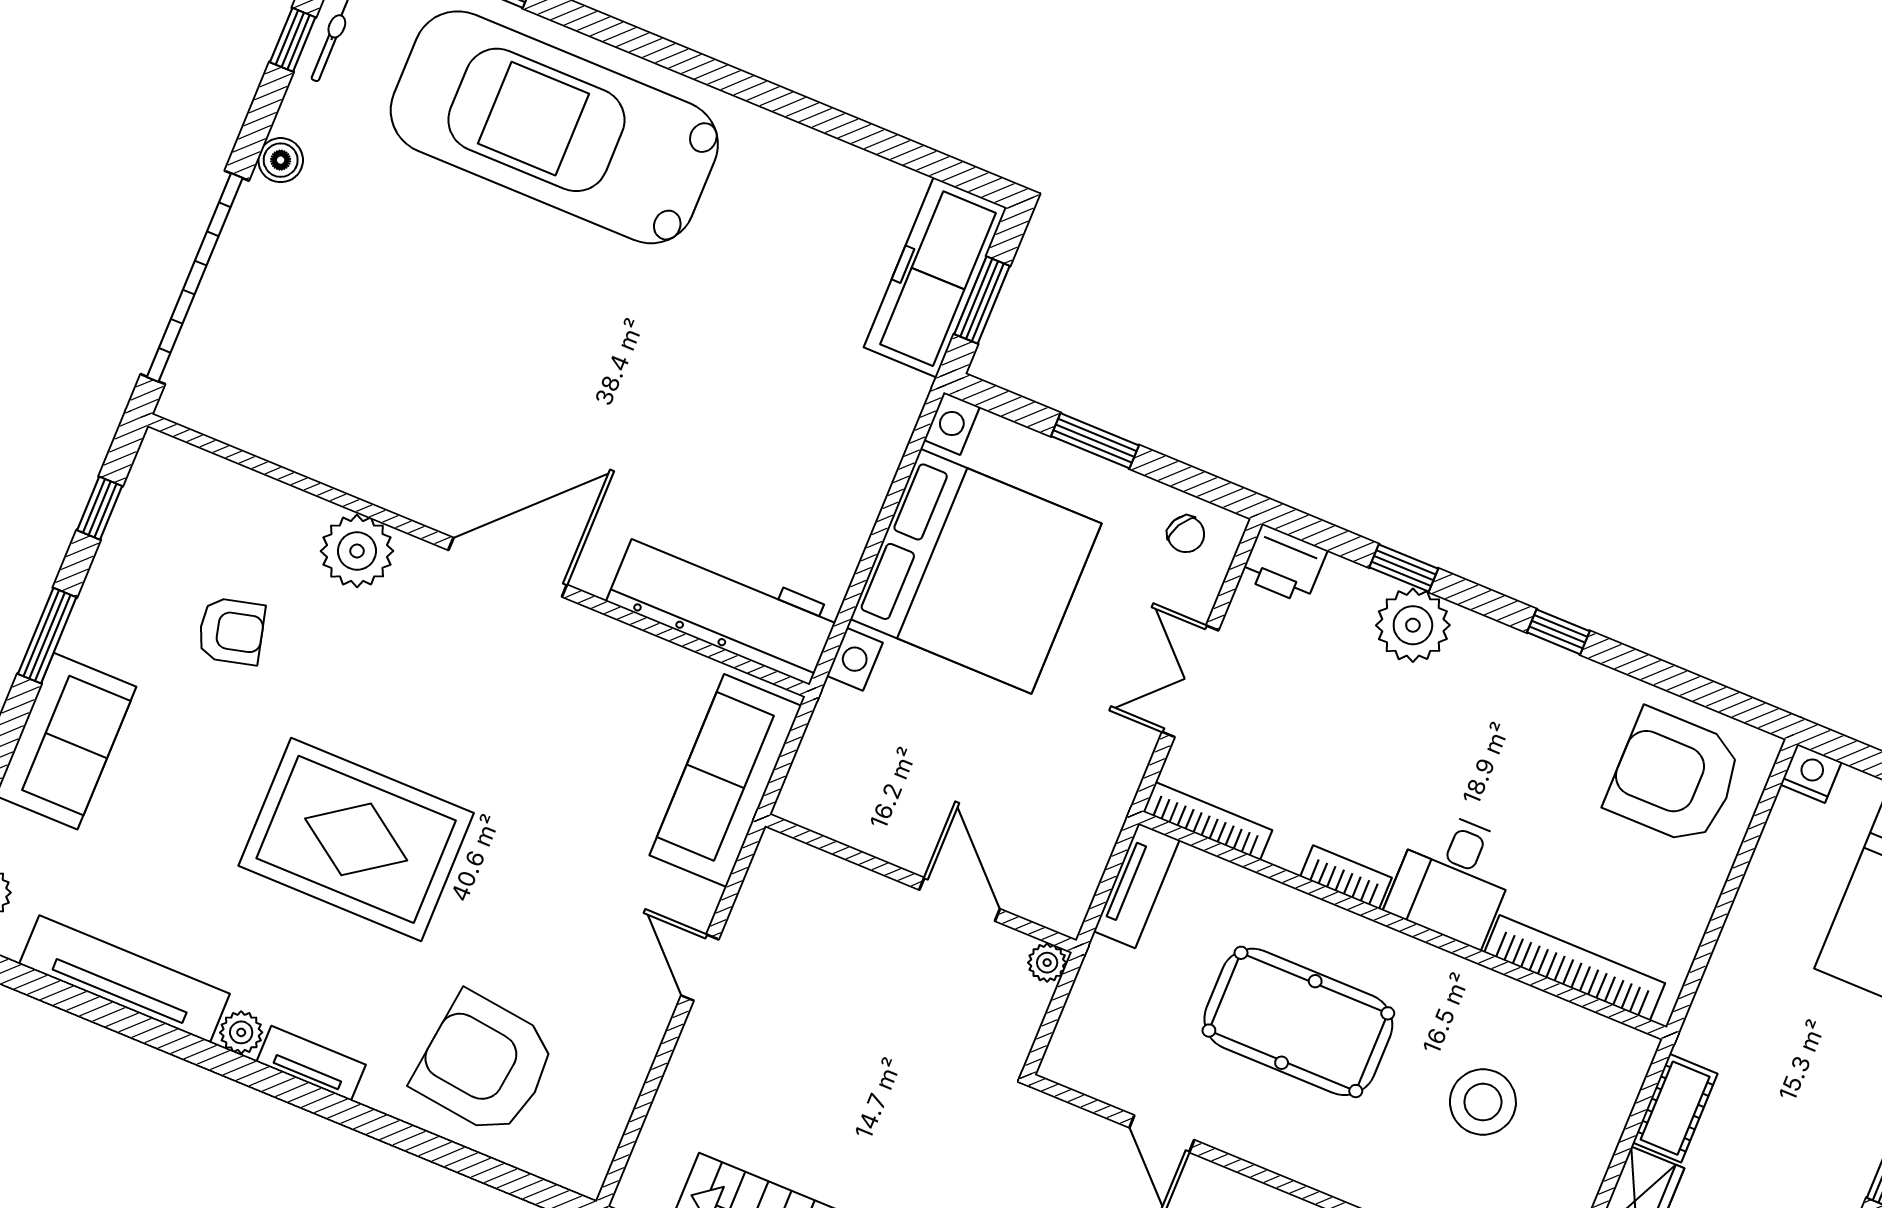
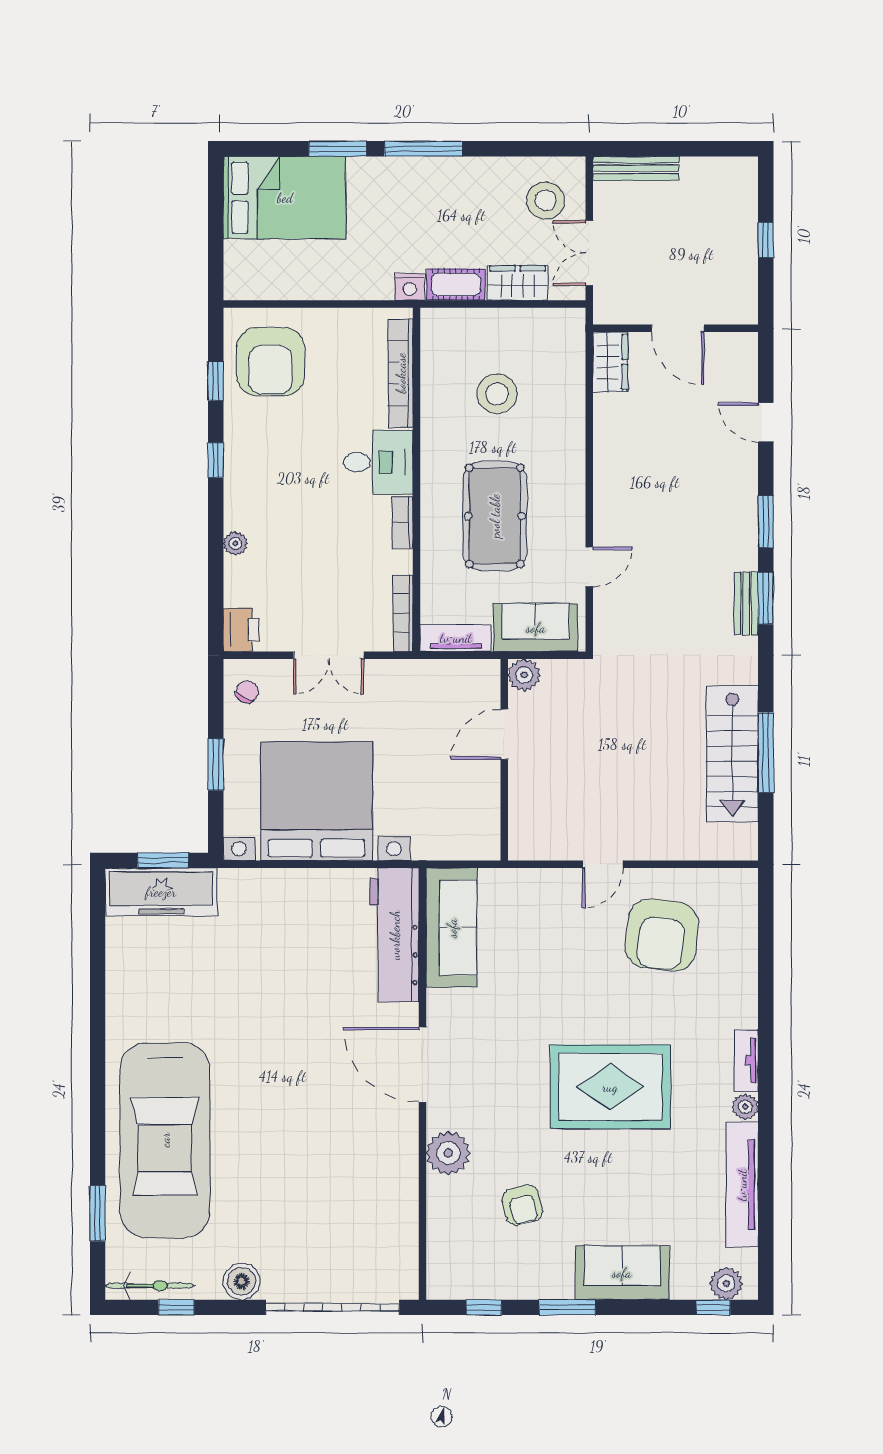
boiler: (281, 160) -> (242, 1281), width x1.36, depth x1.36
window: (1404, 568) -> (216, 381), moved
plant: (1413, 625) -> (235, 543), width x0.53, depth x0.53
armchair: (231, 631) -> (522, 1205), turned 180
nightstand: (1811, 773) -> (410, 287), moved, turned -90
sofa: (725, 781) -> (452, 928), moved, turned -90
rug: (356, 839) -> (610, 1087), turned 90
plant: (1047, 963) -> (524, 675), width x1.38, depth x1.38
sofa: (1103, 1014) -> (536, 628), added
armchair: (485, 1064) -> (662, 935), moved

